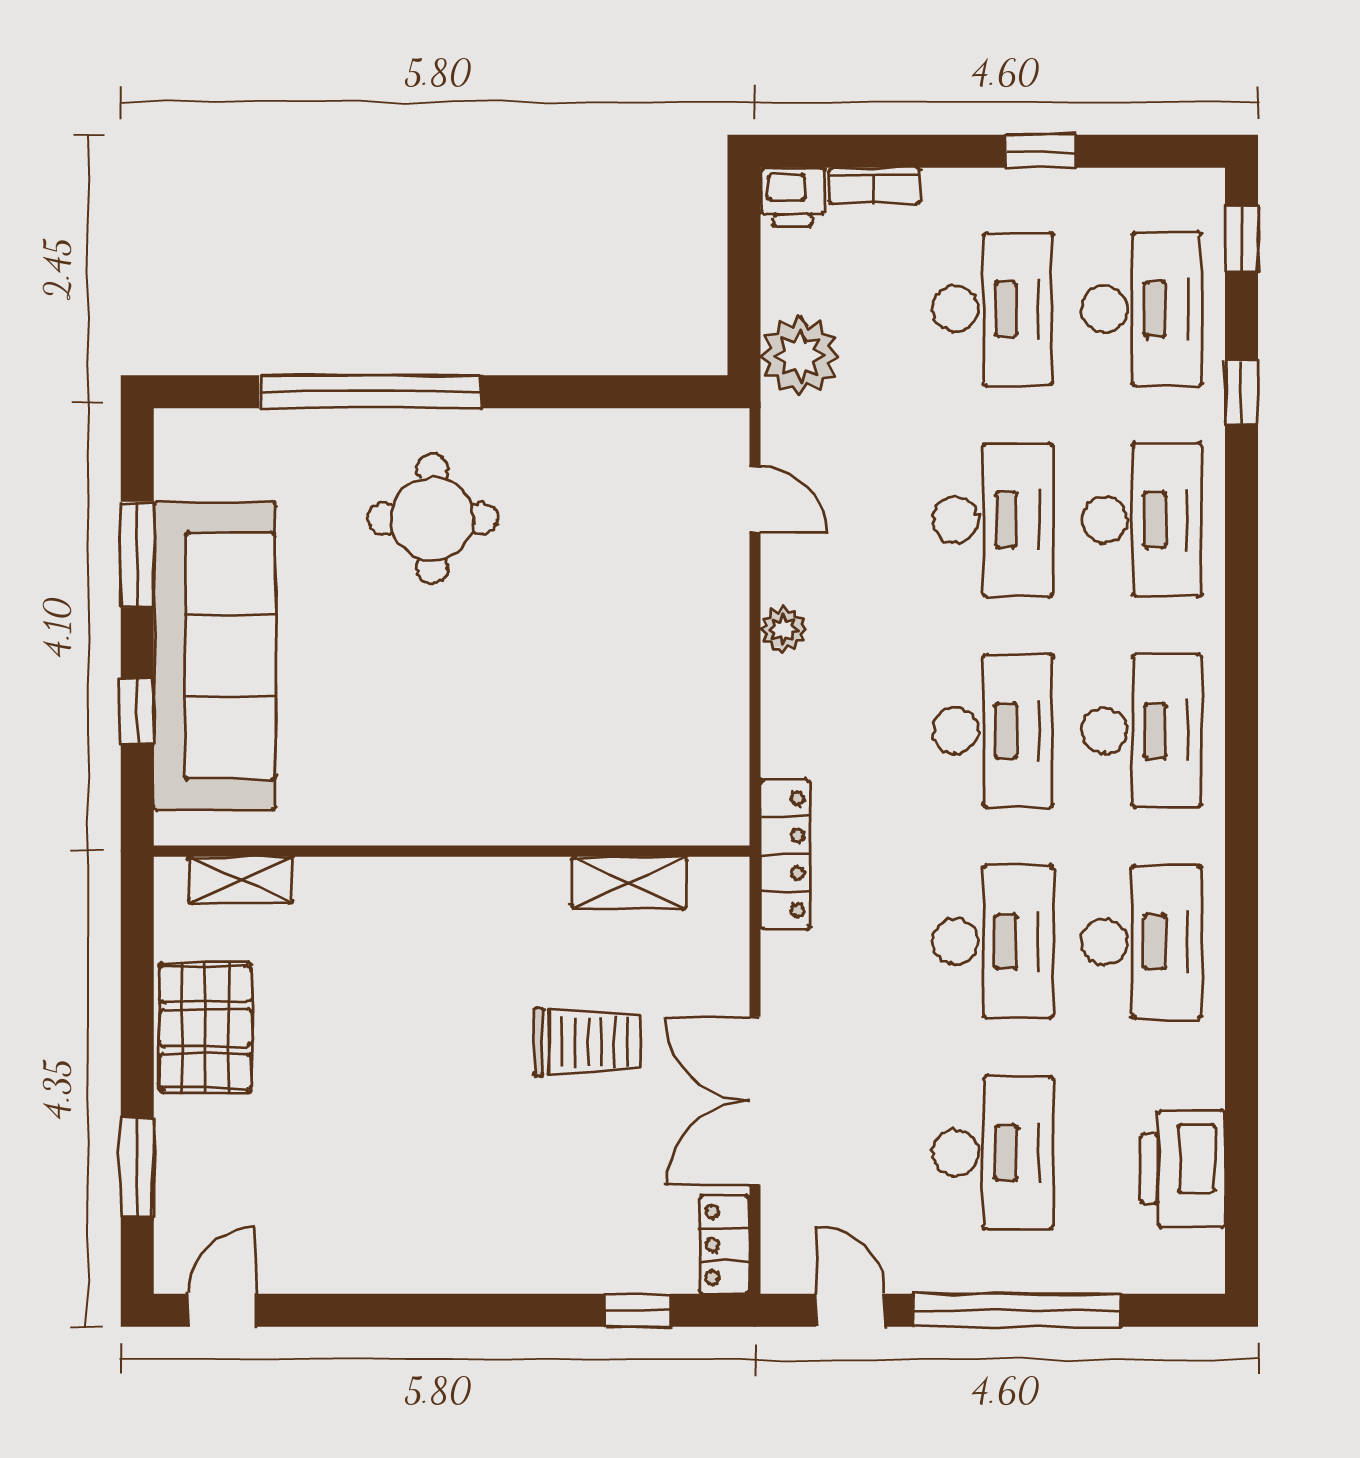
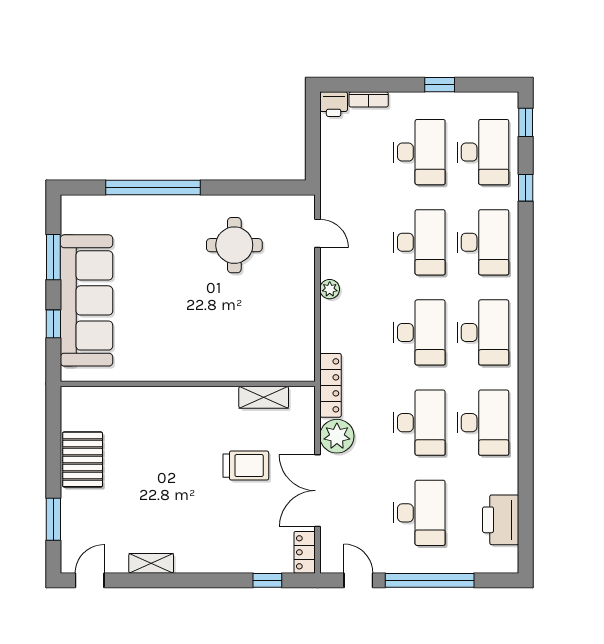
plant: (800, 356) -> (337, 436), moved
round table: (432, 518) -> (234, 245), moved
shelving: (241, 880) -> (151, 563), moved

